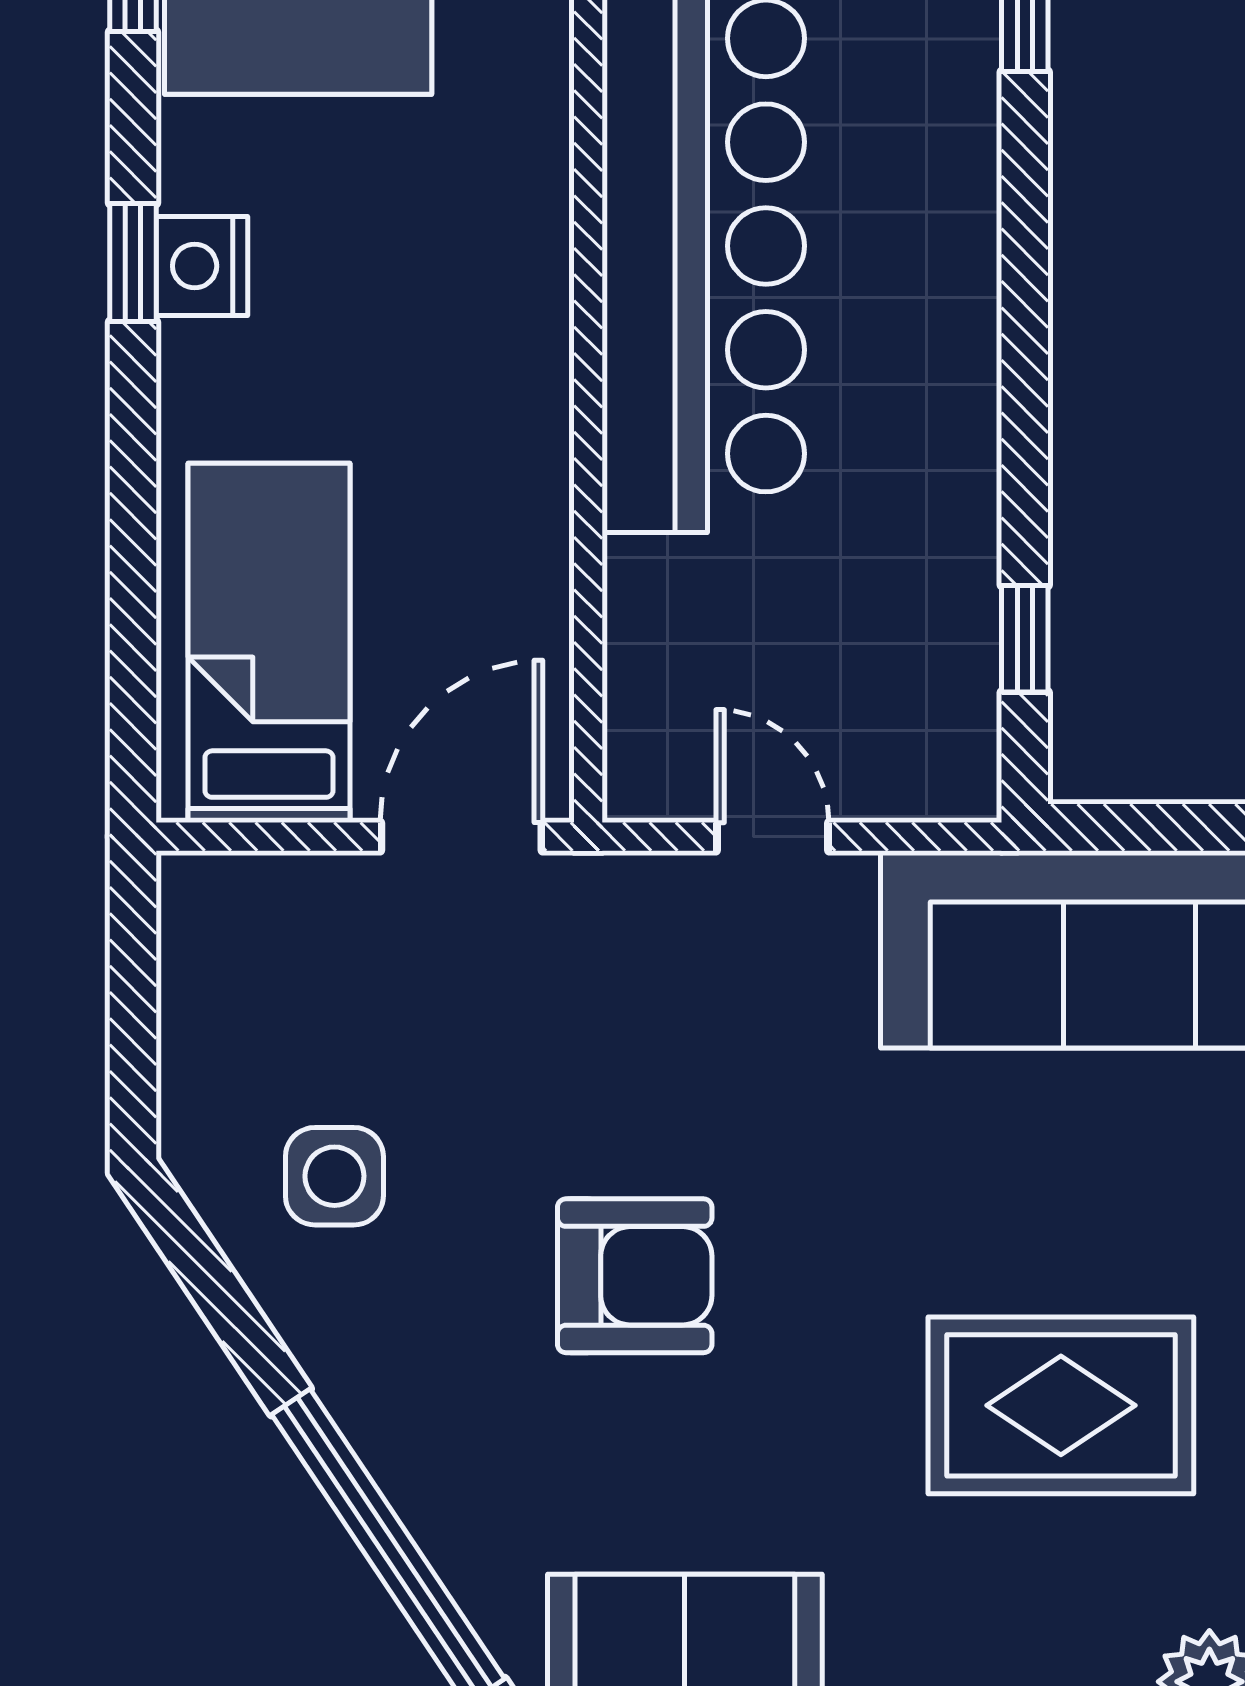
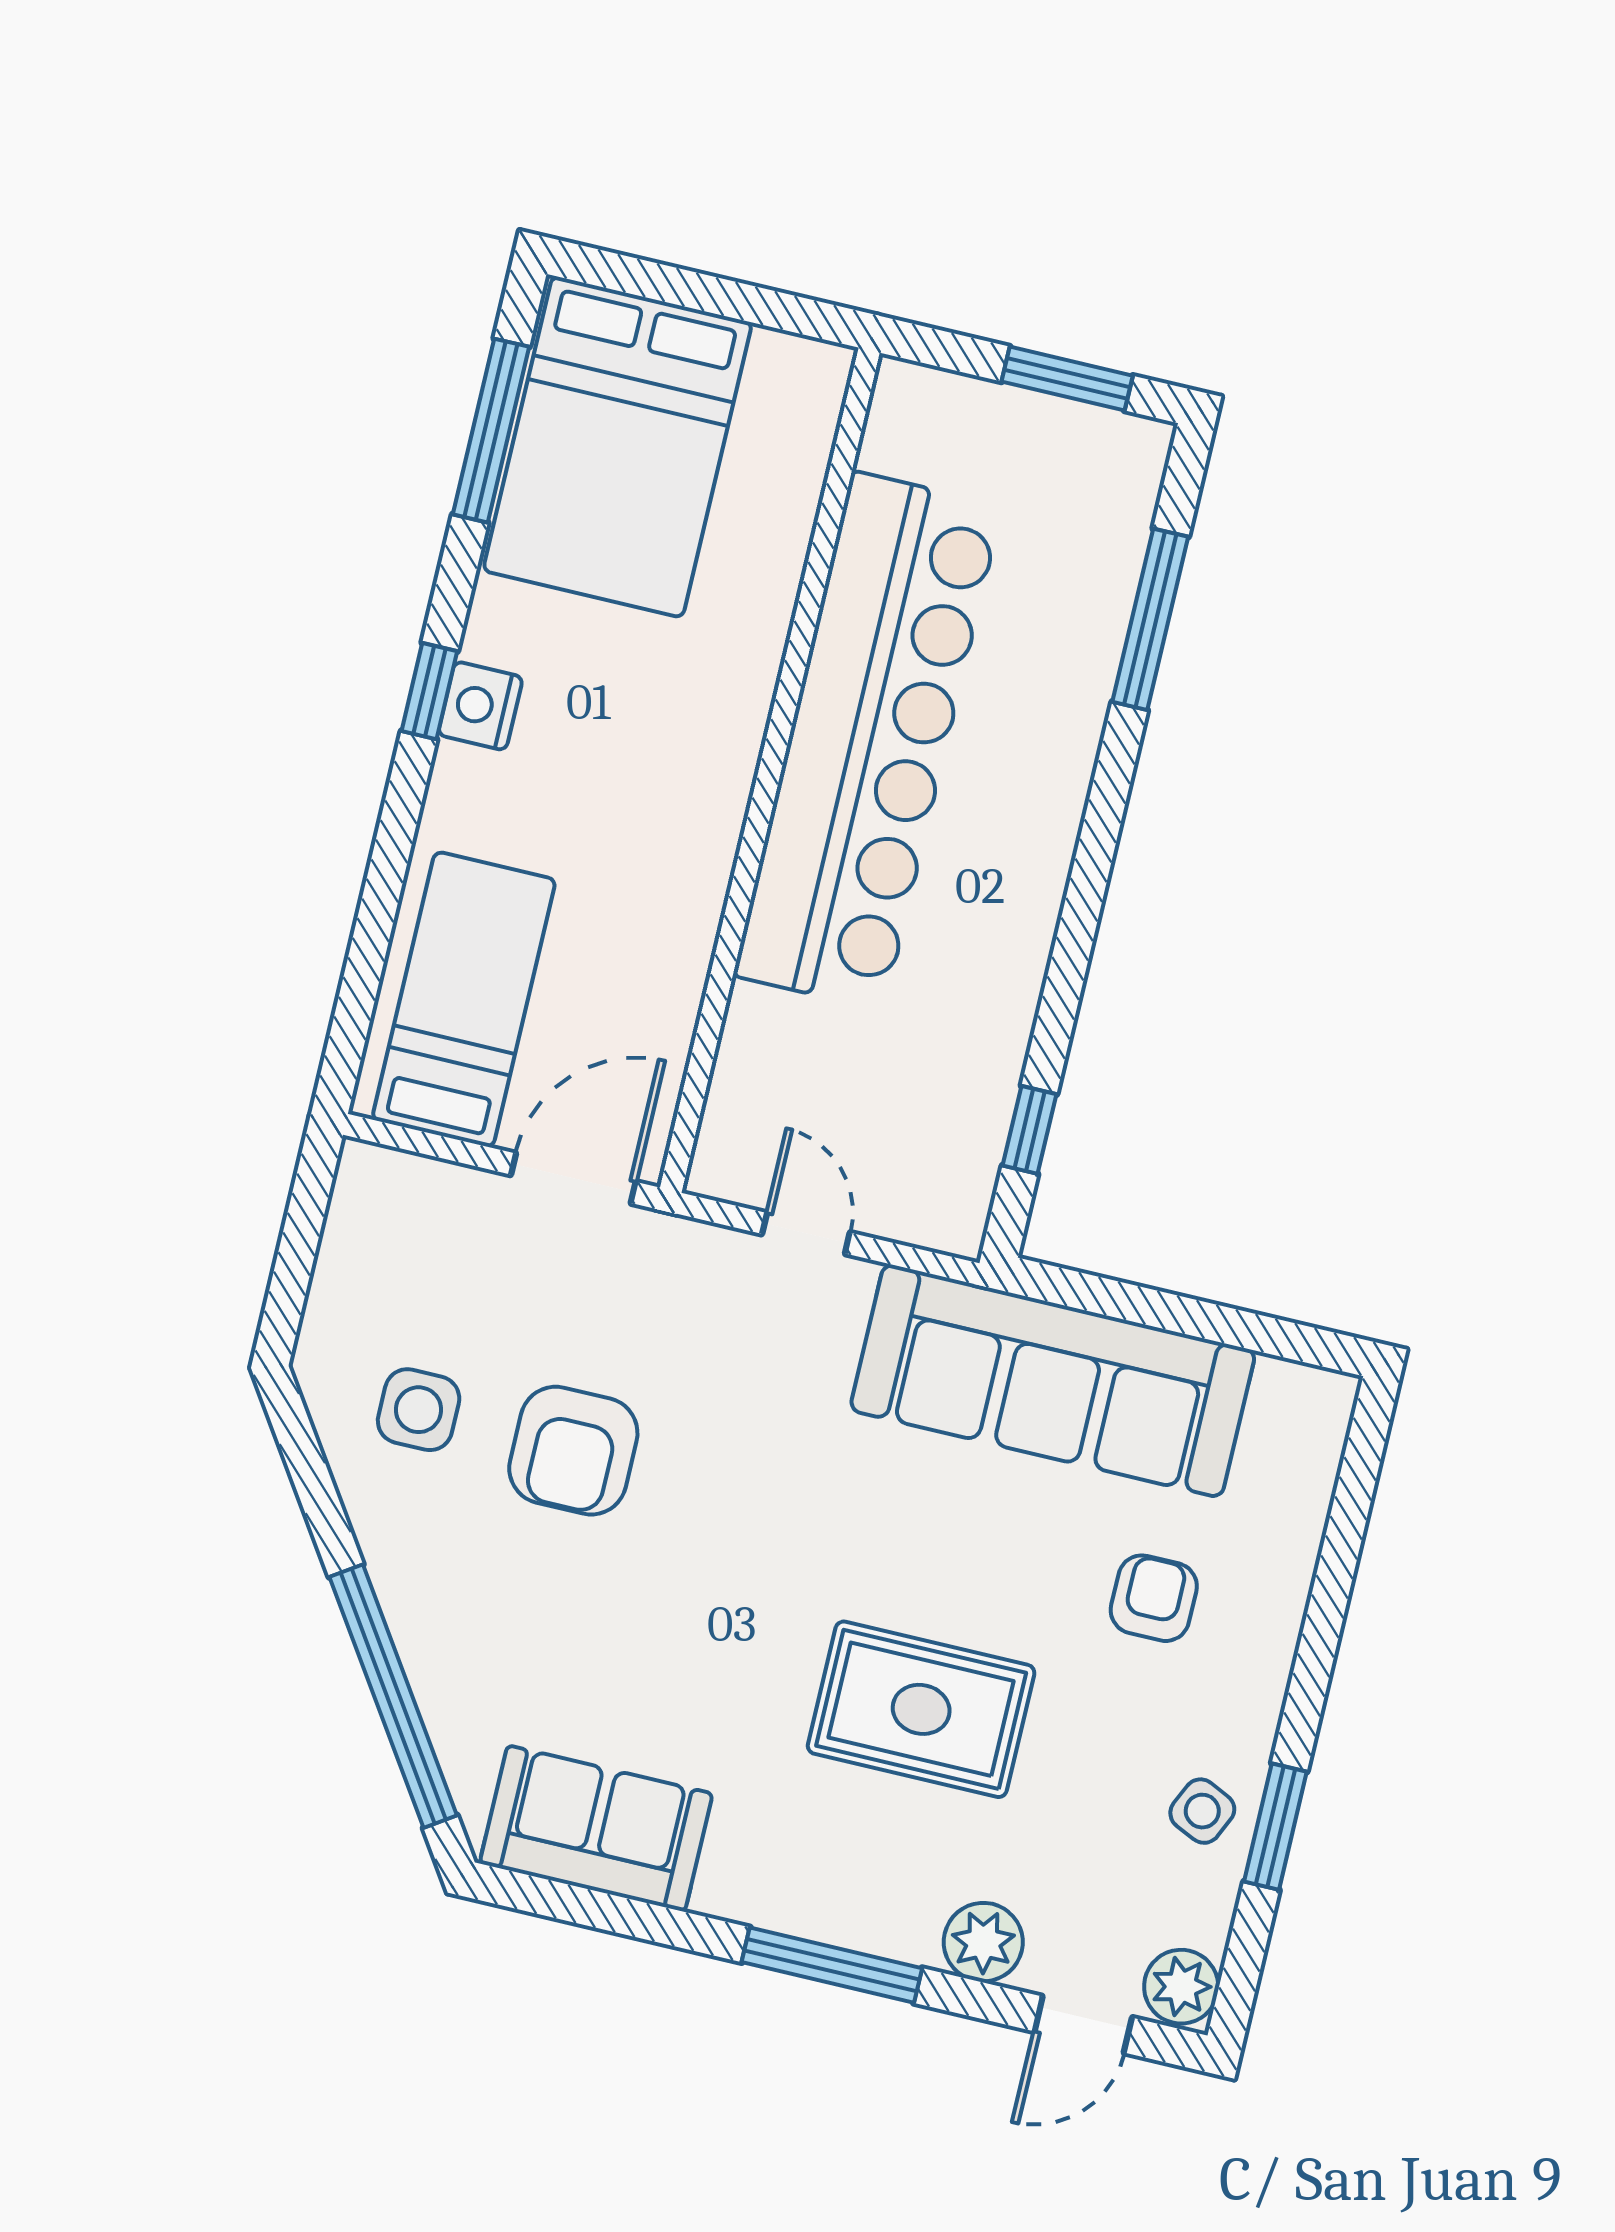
armchair: (635, 1276) -> (573, 1451), moved, turned 90

